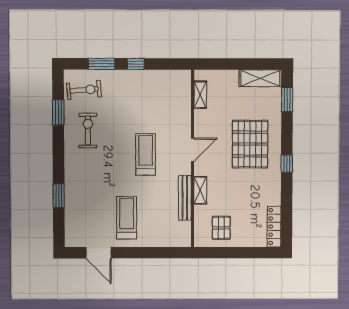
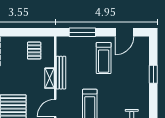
door: (98, 253) -> (124, 32), swing flipped
window: (155, 253) -> (82, 32), added

